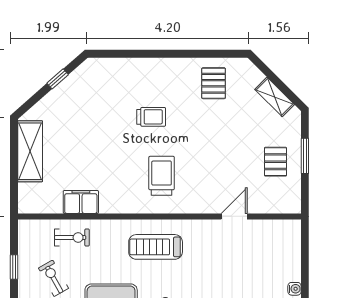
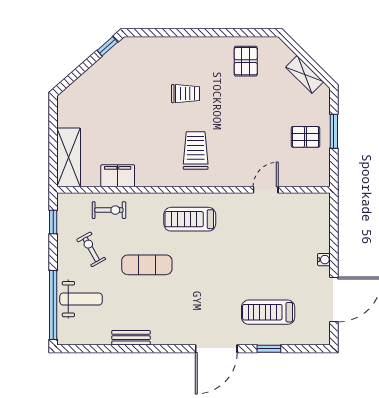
window: (58, 79) -> (107, 46), moved
shelving: (30, 151) -> (69, 157), moved
pallet: (275, 162) -> (306, 137), turned 90
window: (14, 267) -> (53, 222), moved

